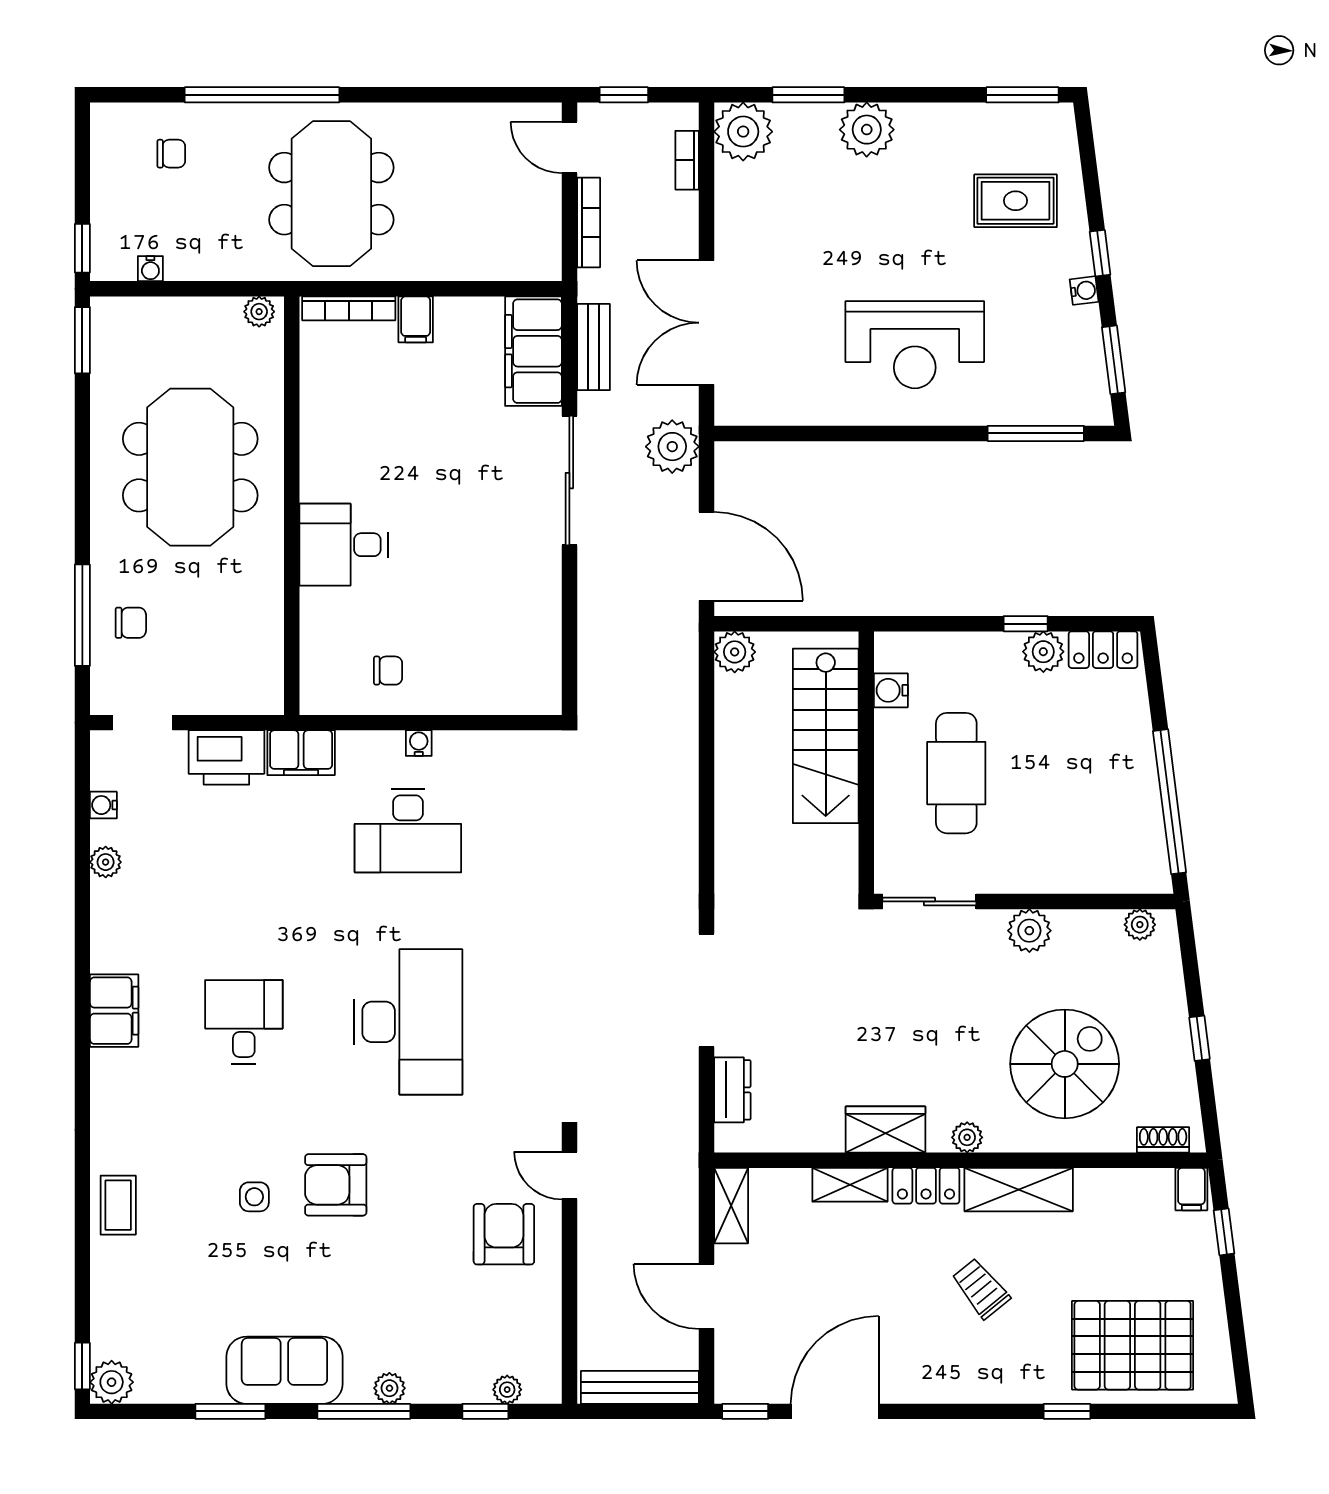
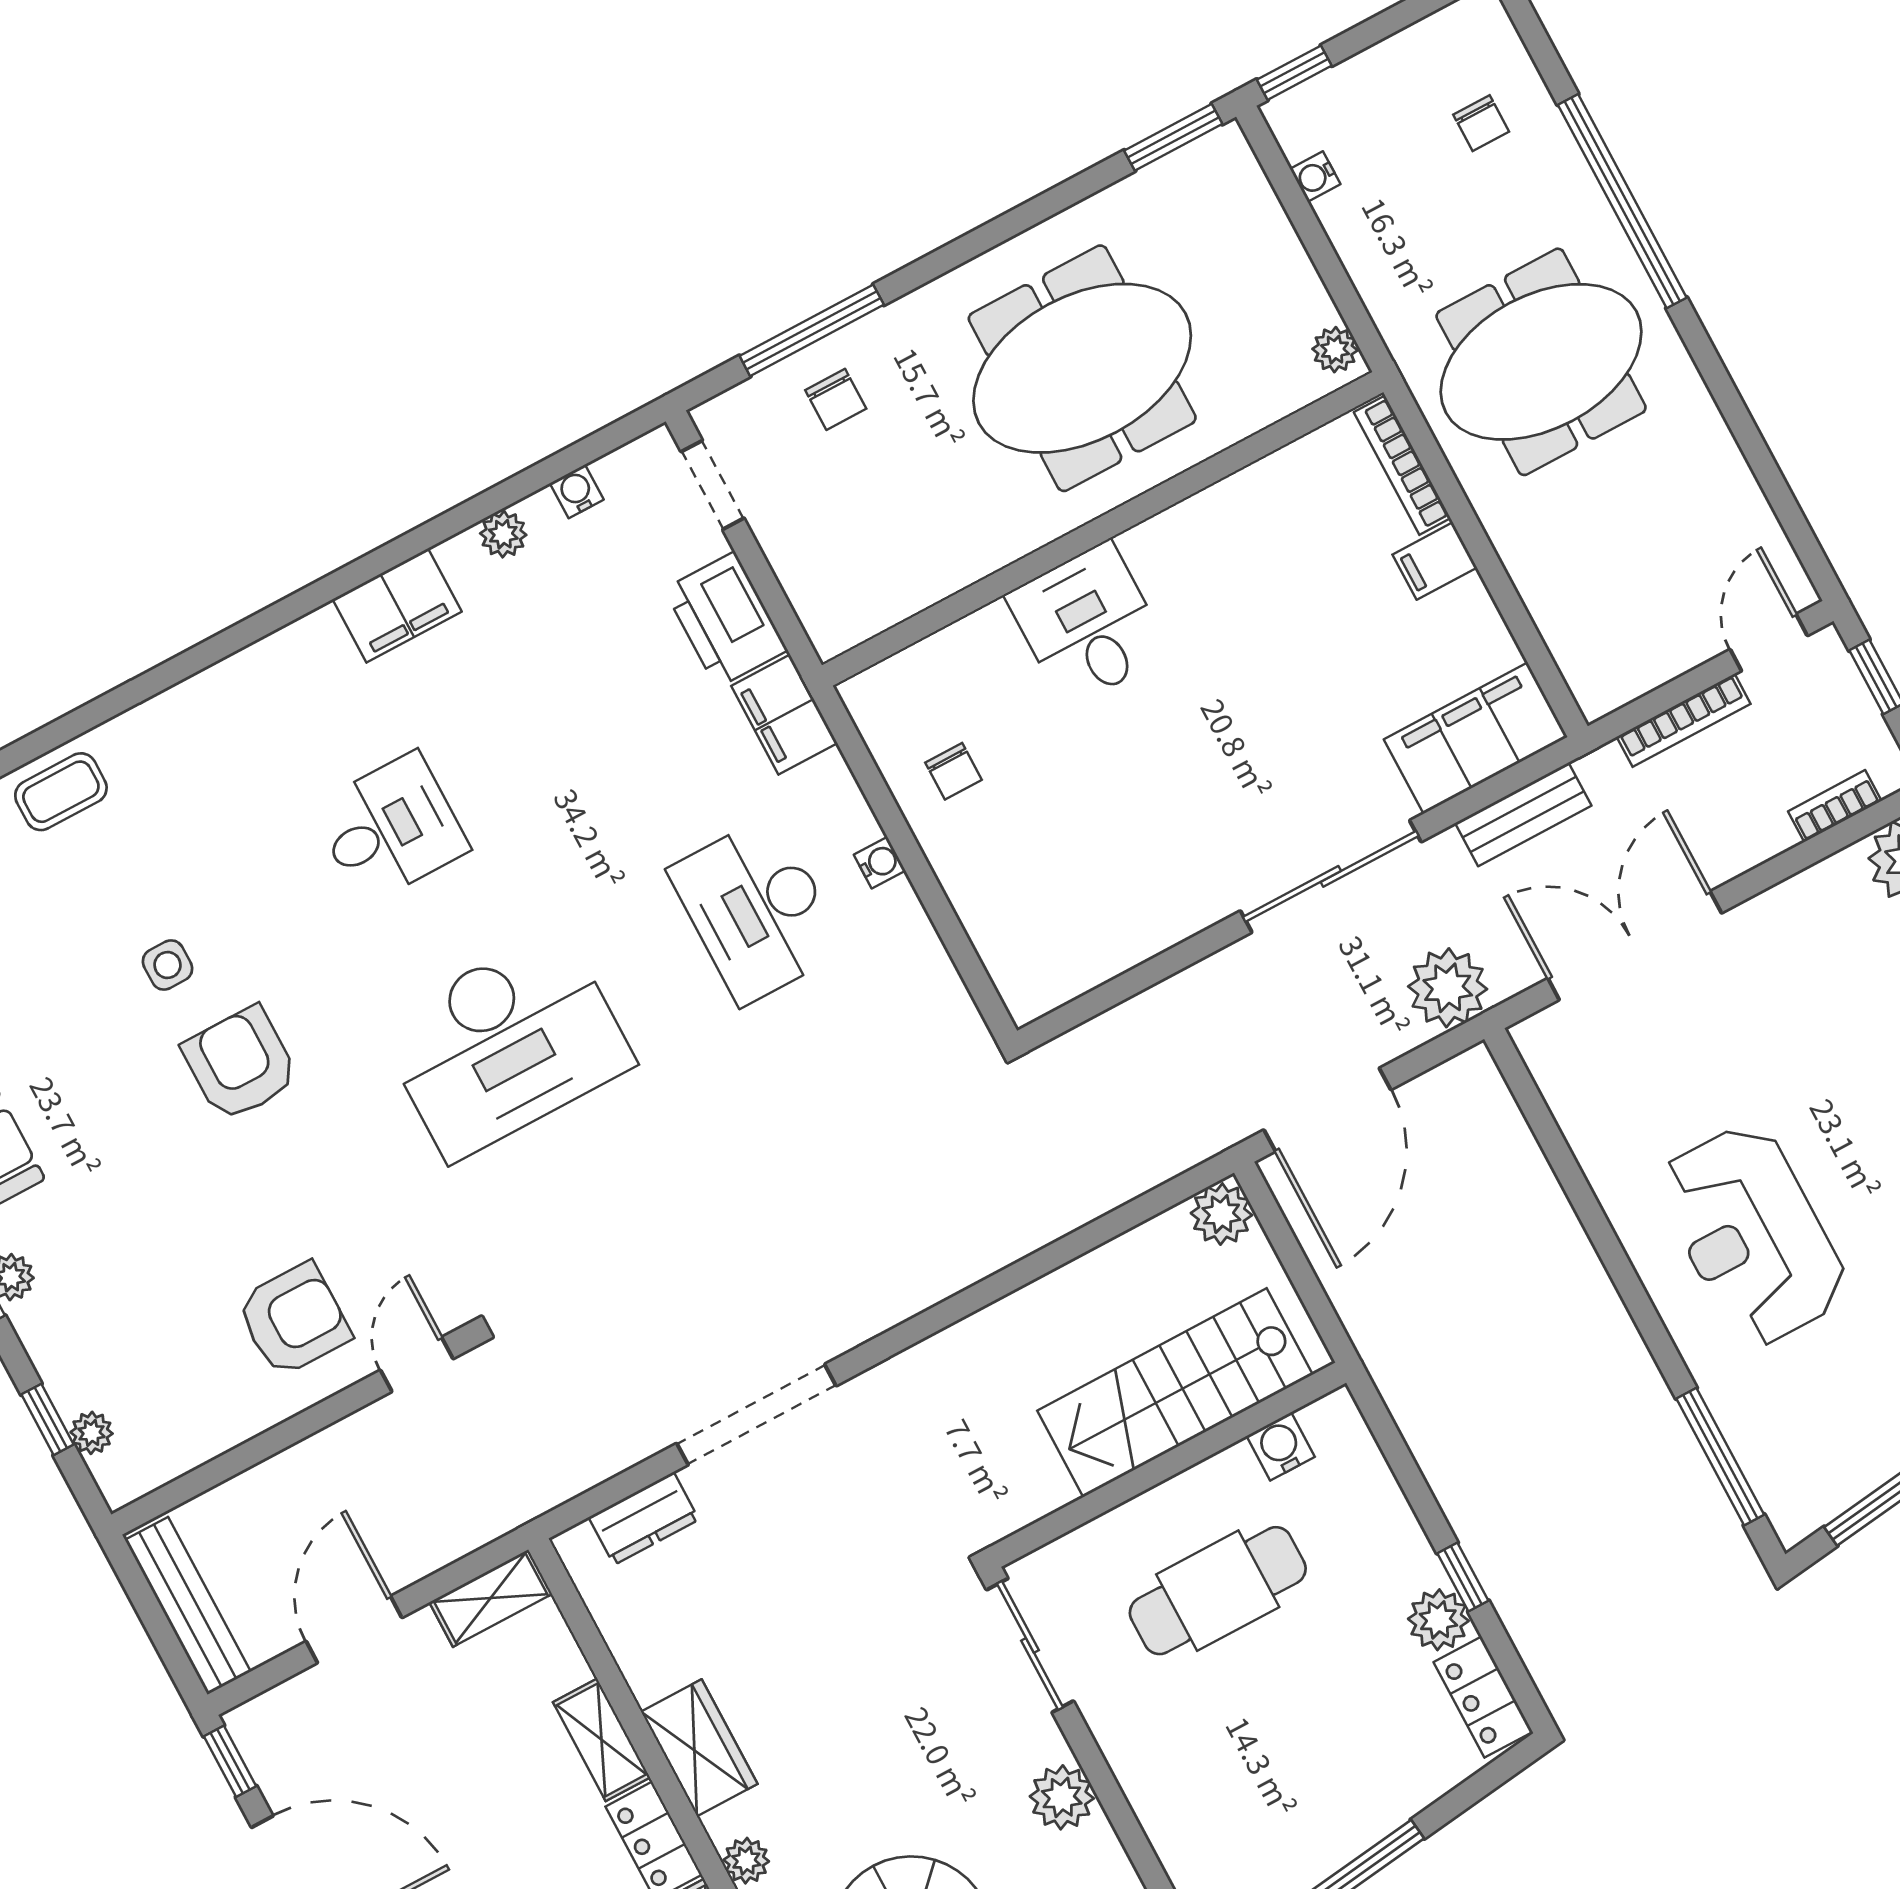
filing cabinet: (114, 1011) -> (397, 605), moved

